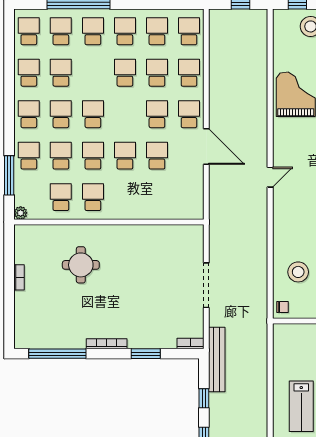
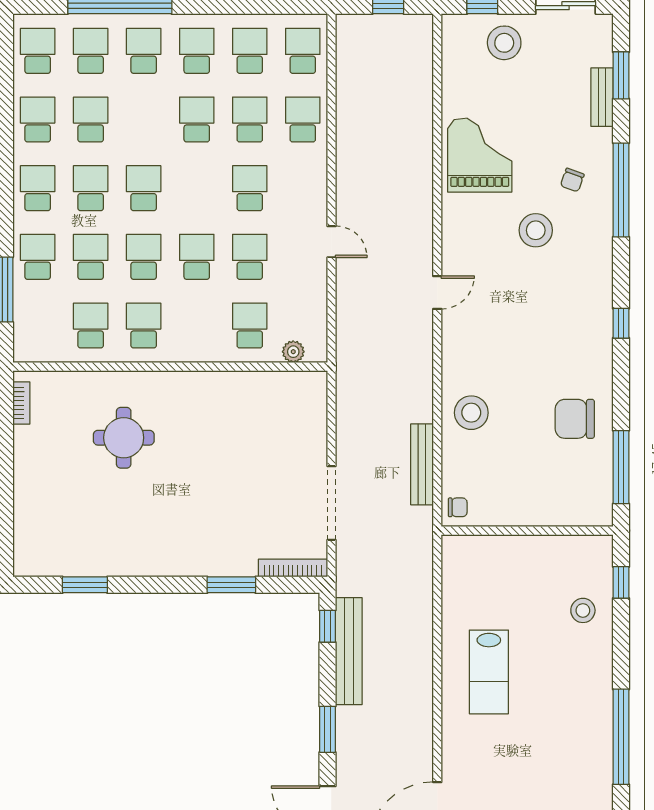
school desk: (189, 114) -> (250, 325), moved
door: (206, 147) -> (331, 242), width x0.53
plant: (21, 213) -> (293, 352), moved
stool: (298, 272) -> (471, 413), moved
bookcase: (19, 277) -> (21, 403), moved
bench: (261, 281) -> (422, 464), added
doorway: (206, 285) -> (331, 503), moved
bookcase: (107, 344) -> (166, 568), removed
bookcase: (191, 344) -> (293, 568), width x1.56
window: (57, 354) -> (85, 585), width x0.47
bench: (217, 359) -> (349, 651), moved
window: (204, 398) -> (328, 626), moved

